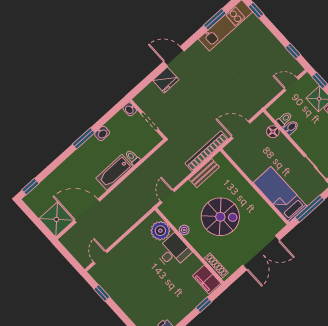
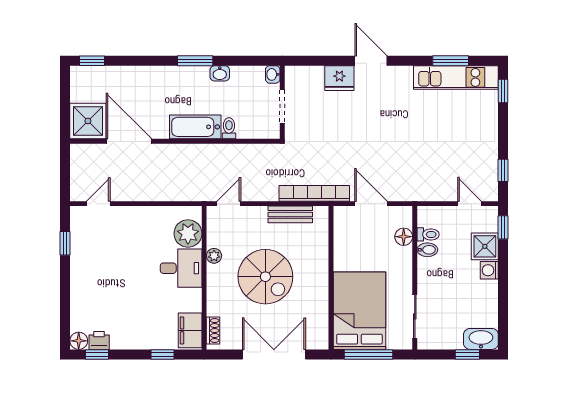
bed: (280, 194) -> (359, 311), width x1.50
double door: (261, 253) -> (274, 354), swing flipped
shoe rack: (216, 266) -> (213, 331), width x0.70

